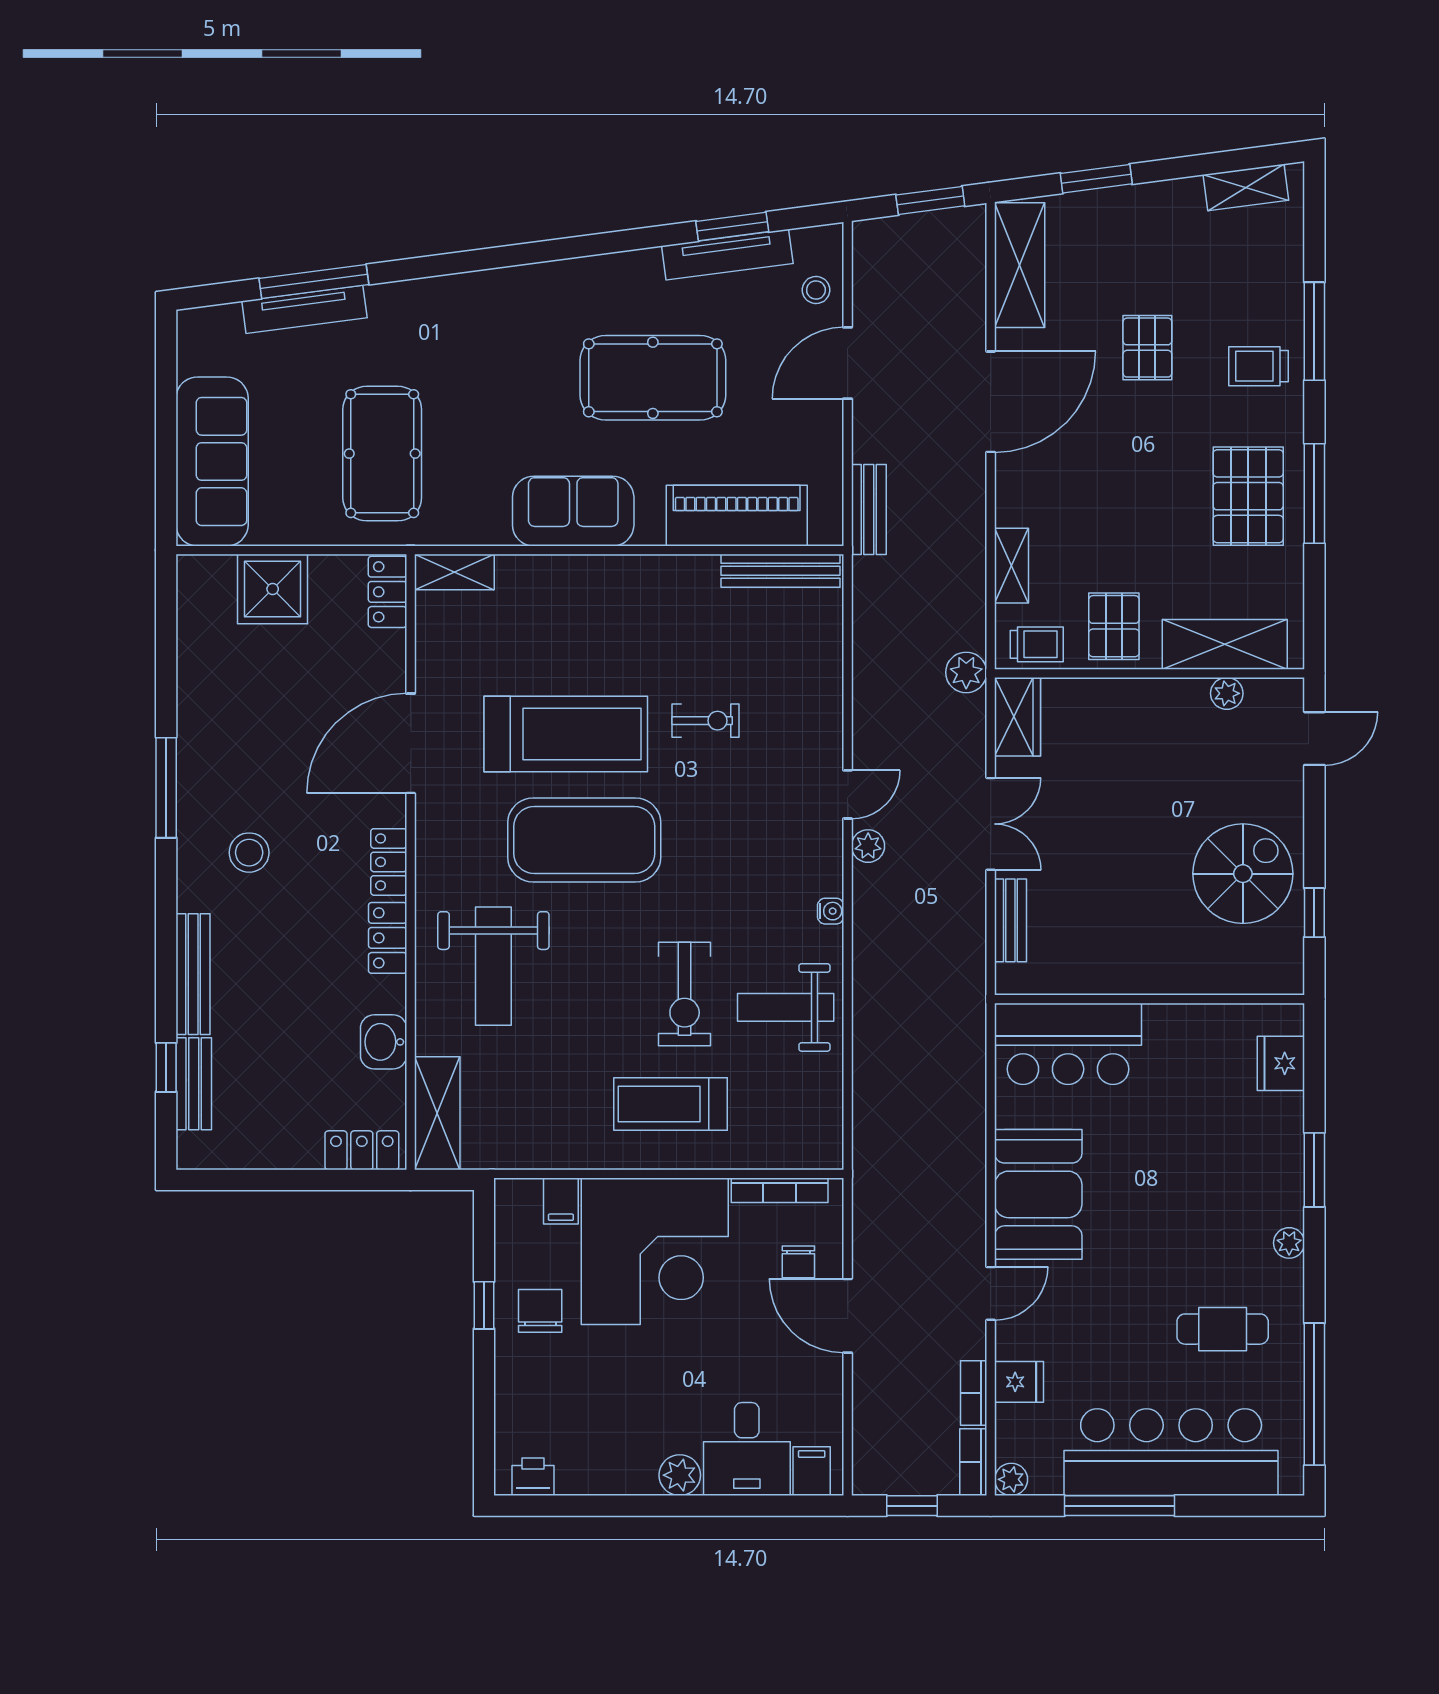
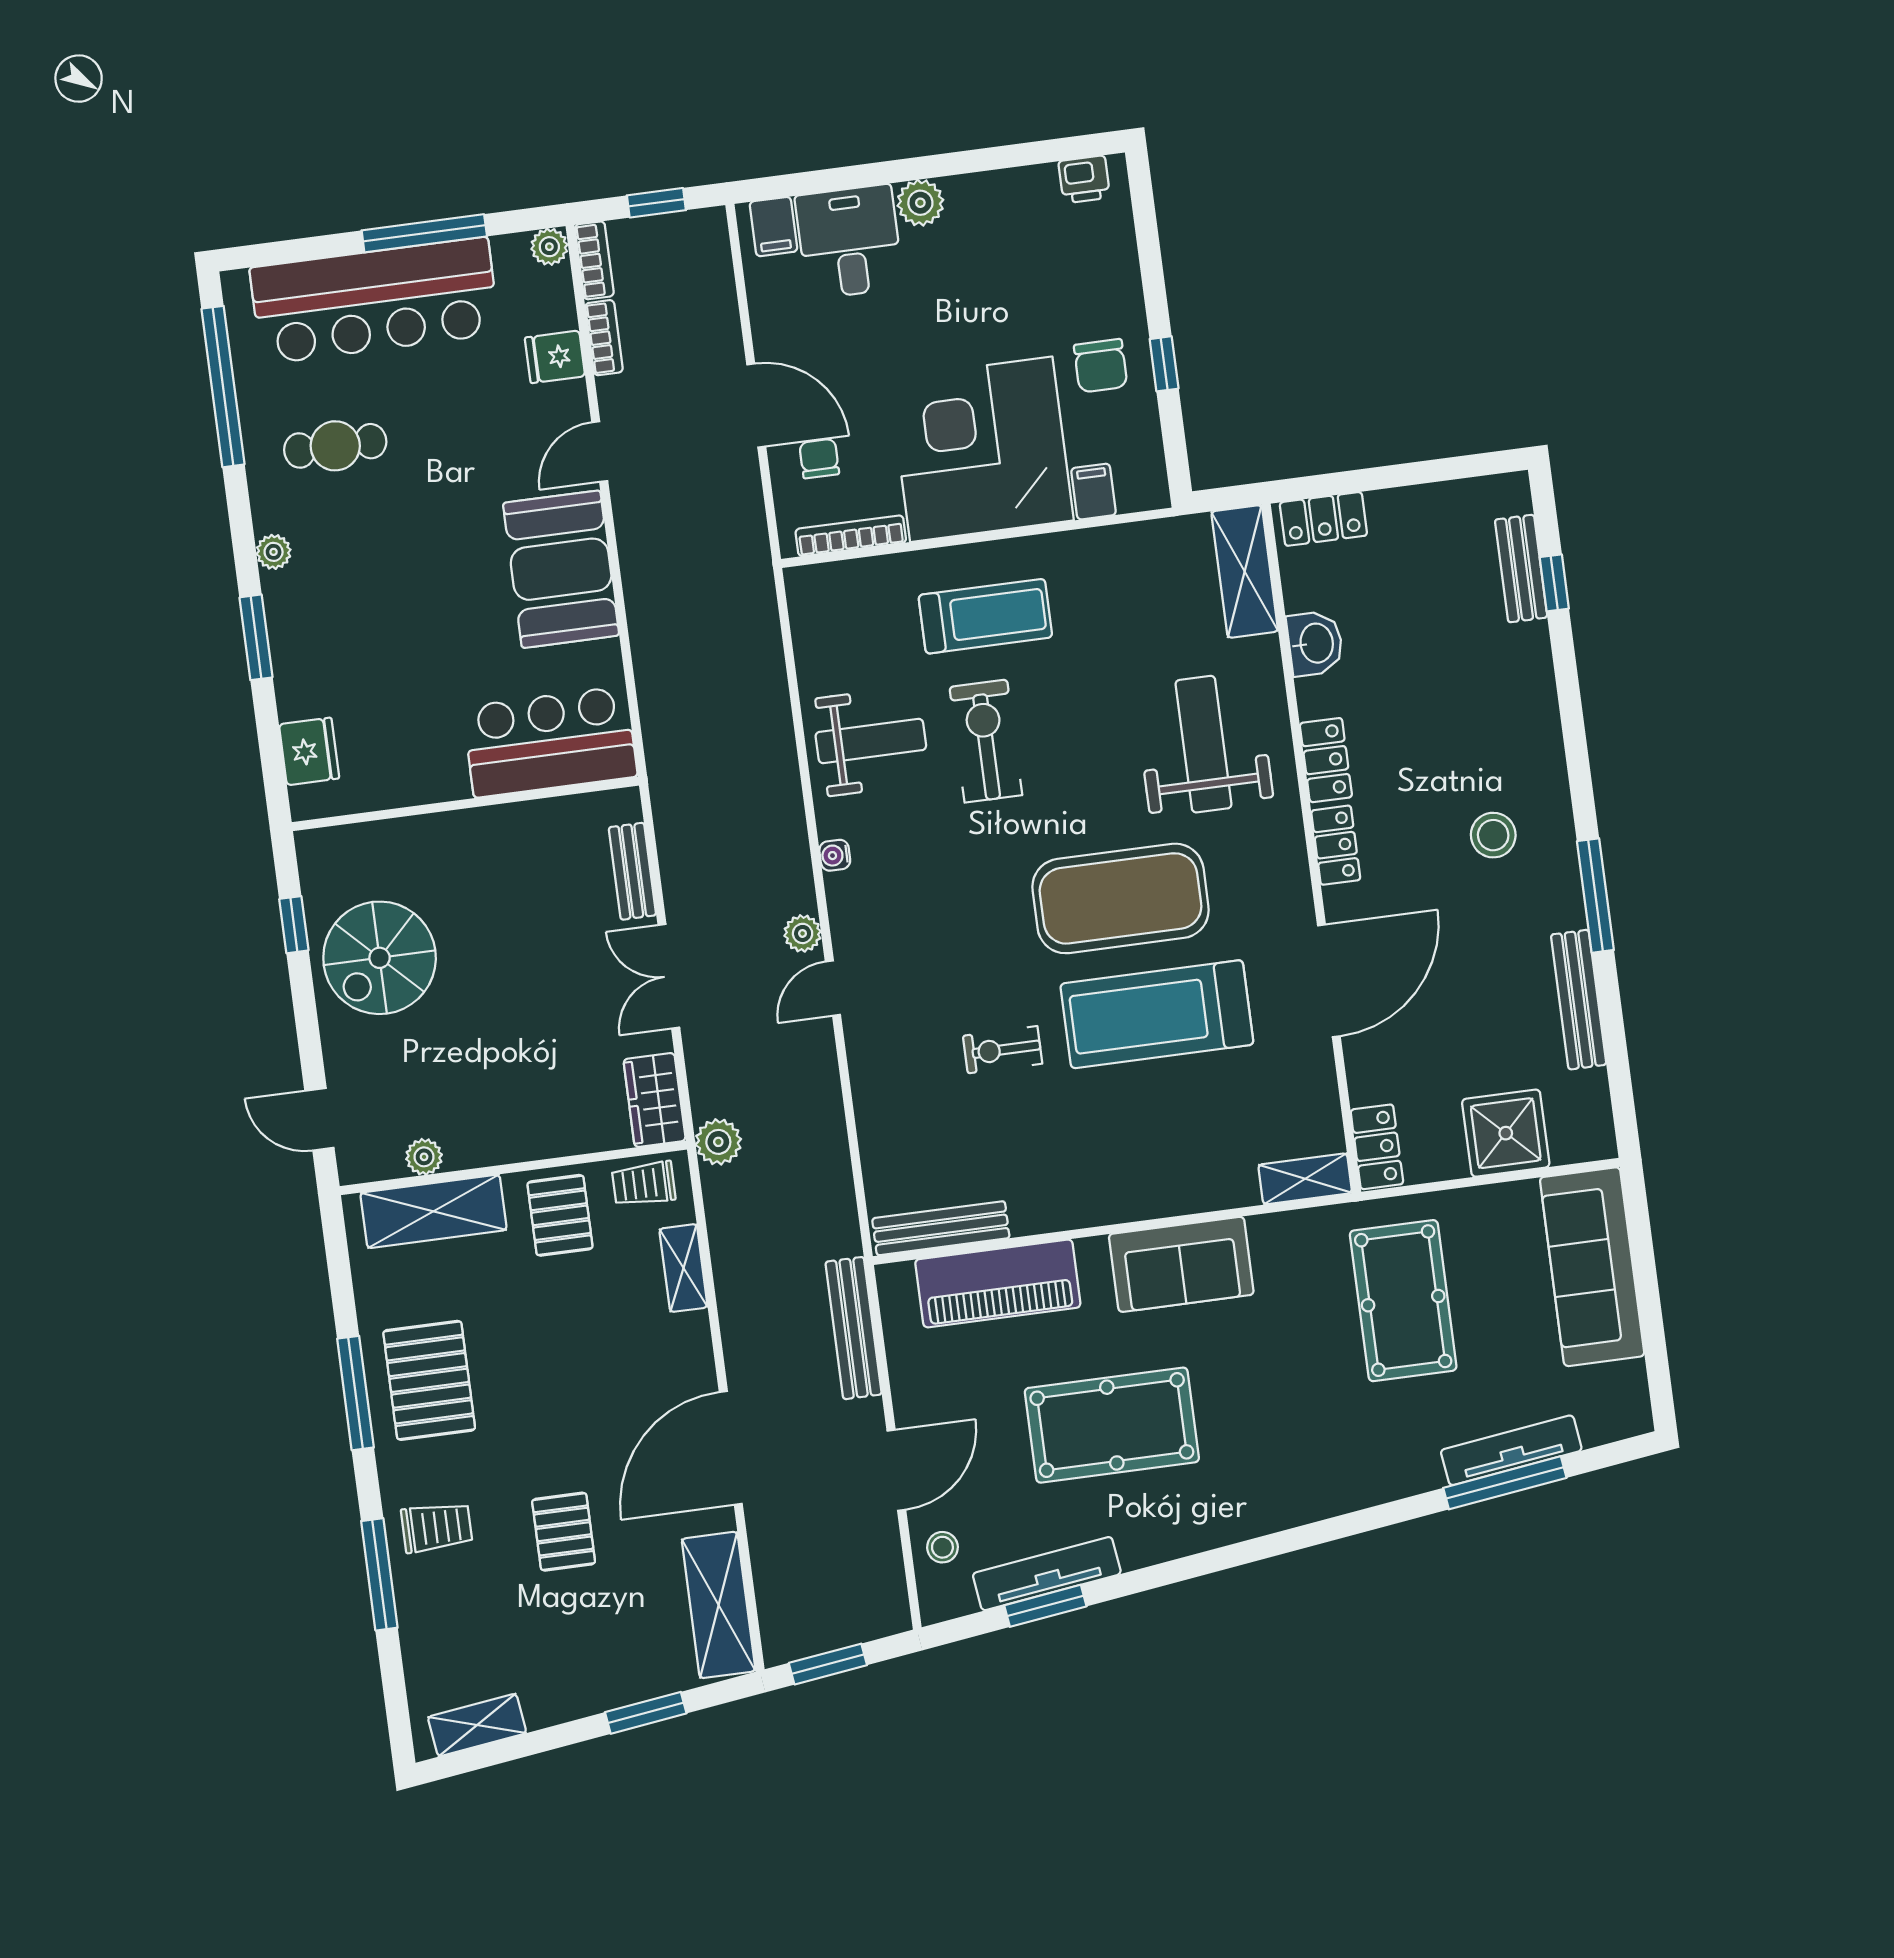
bench: (869, 509) -> (854, 1328), width x1.36
door: (1314, 739) -> (319, 1119), hinge flipped
bench: (193, 974) -> (1579, 1000), moved

